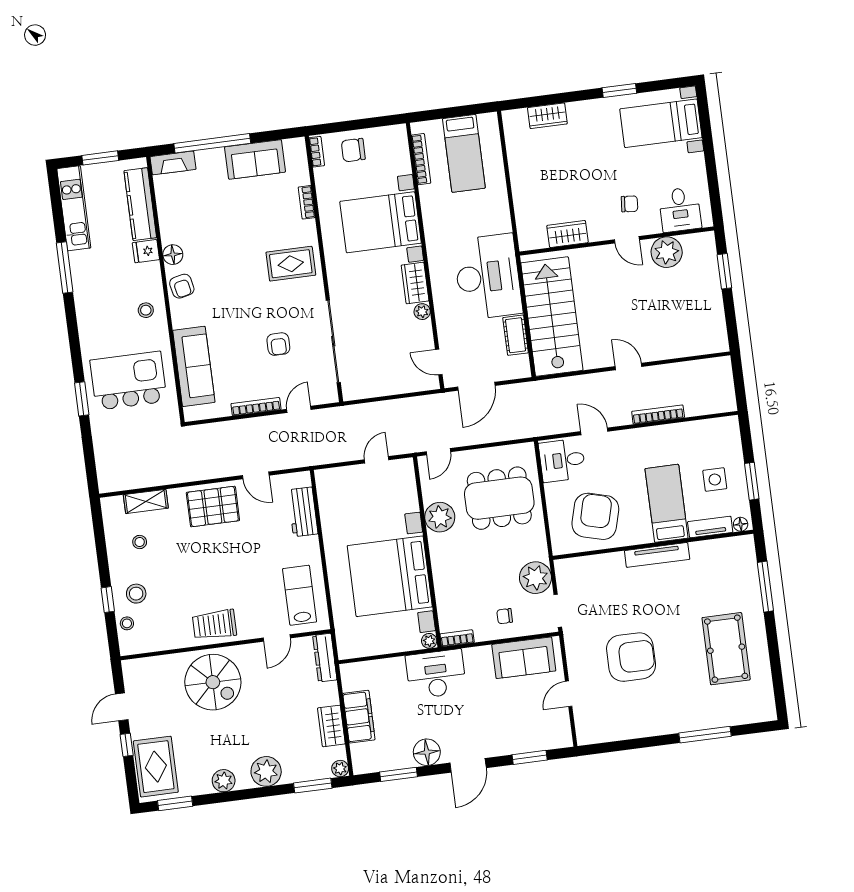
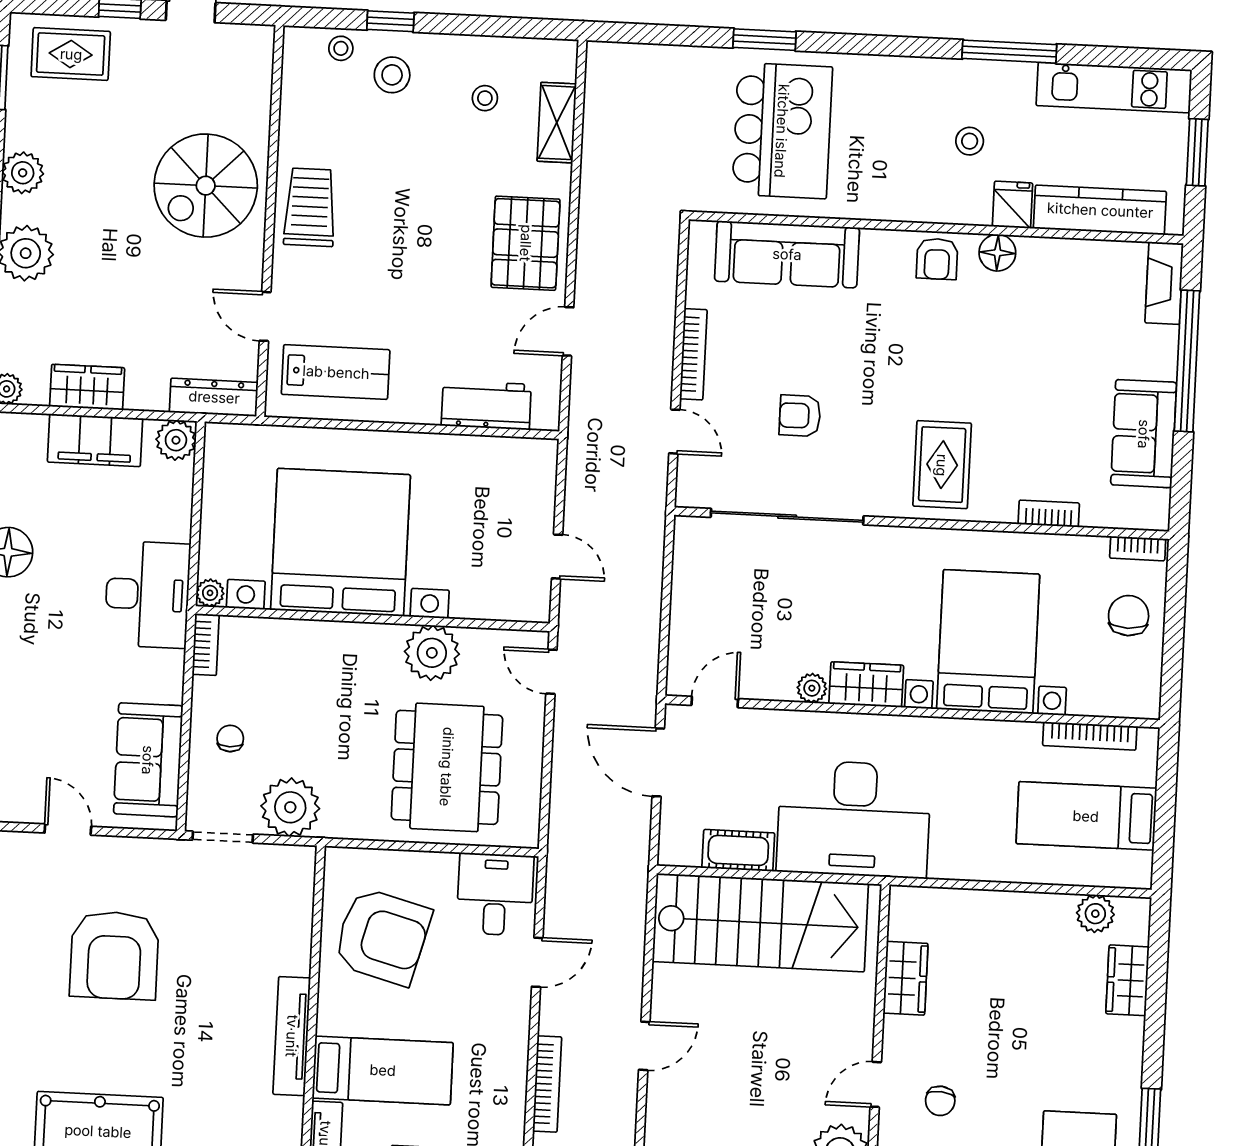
plant: (515, 139) -> (1095, 914), added
armchair: (182, 286) -> (937, 259), turned -78
stool: (146, 310) -> (970, 141), moved
plant: (351, 674) -> (176, 440), added
rug: (156, 767) -> (71, 54), width x0.73, depth x0.70

